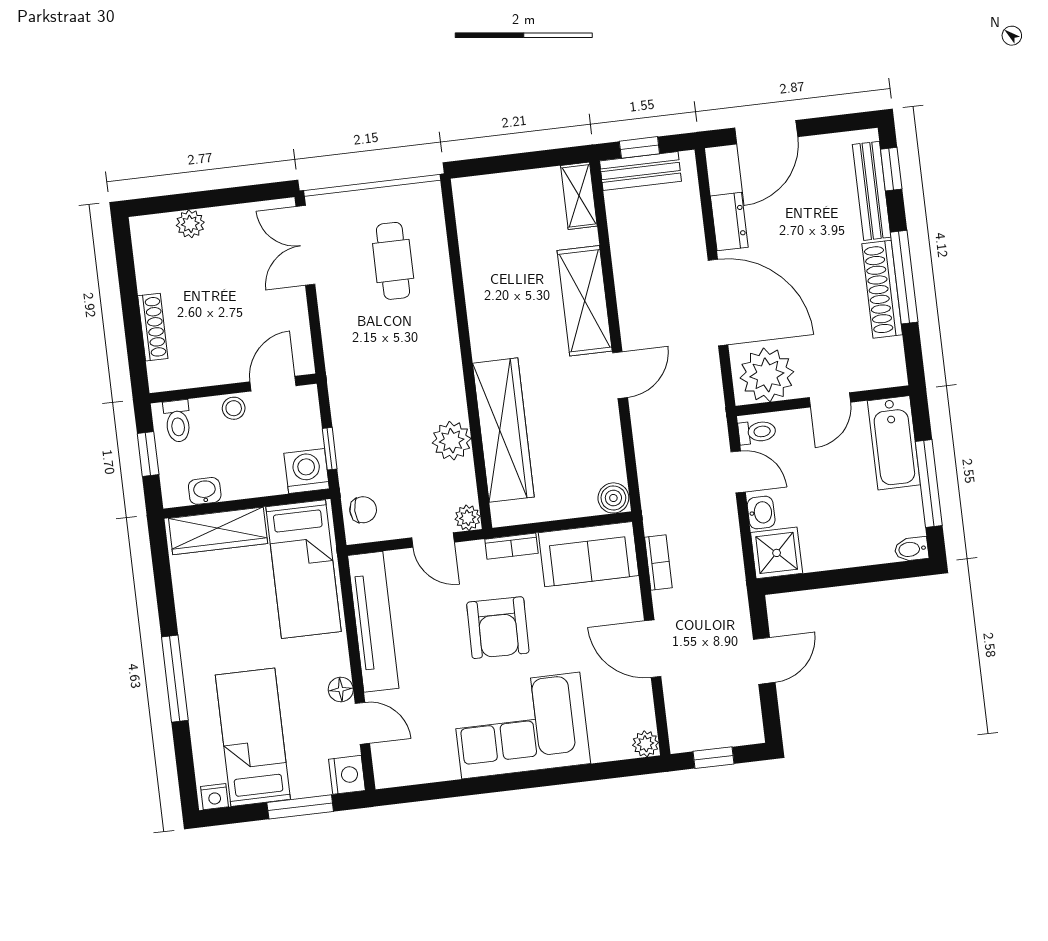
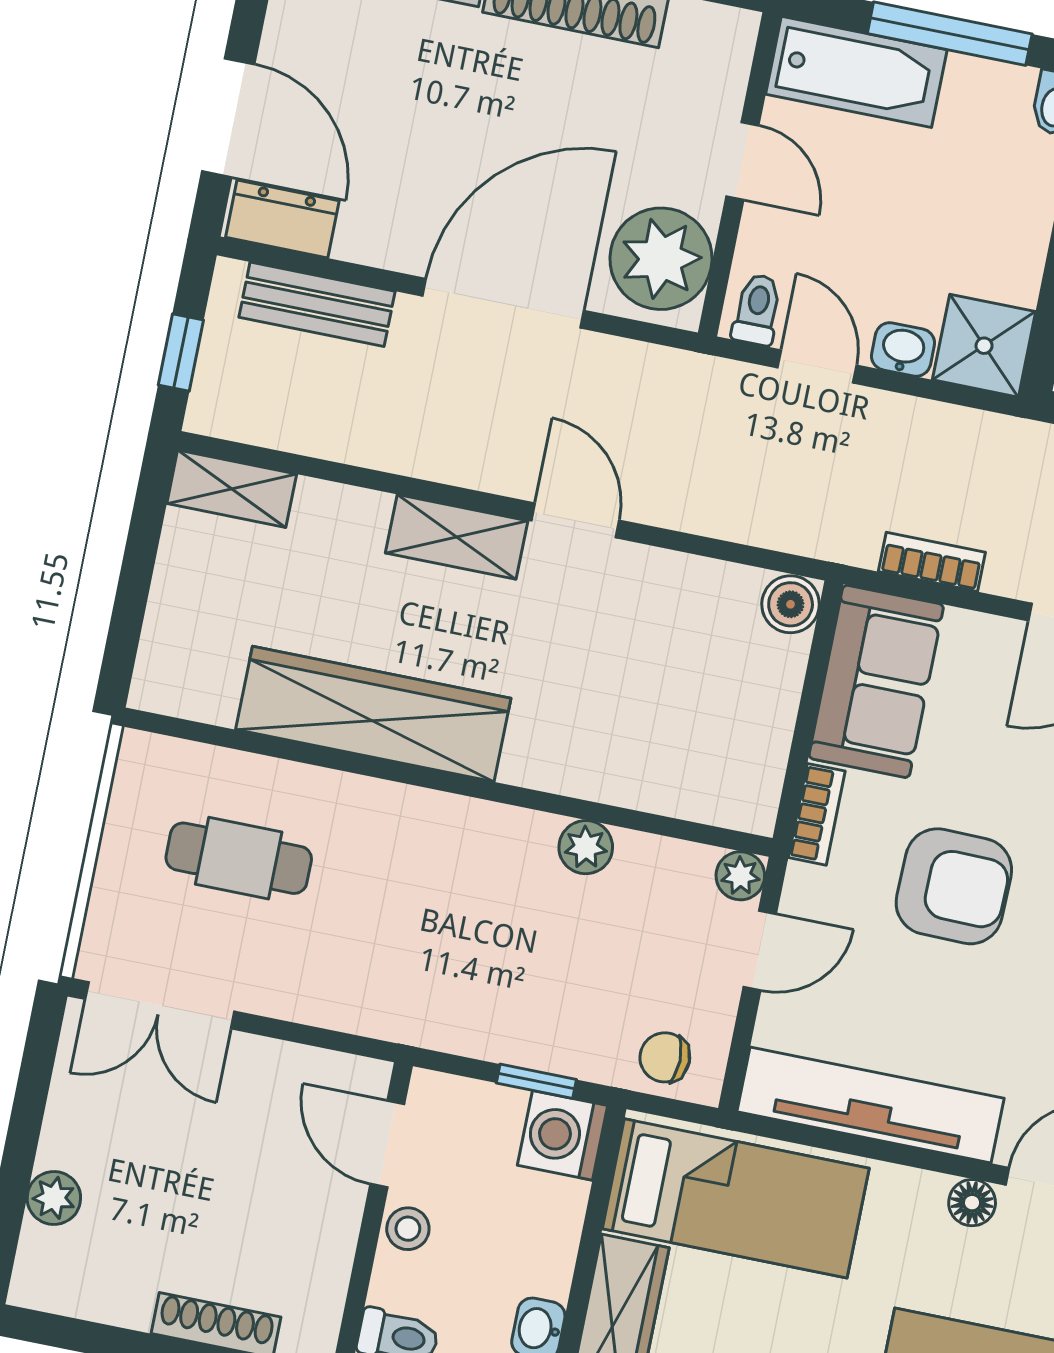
bench: (641, 171) -> (317, 304), moved, turned 90
dresser: (729, 222) -> (282, 219), moved
shelving: (585, 301) -> (457, 537), width x0.67, depth x0.75
wardrobe: (503, 430) -> (373, 714), moved
plant: (452, 441) -> (586, 847), width x0.73, depth x0.73
door: (738, 472) -> (817, 367), hinge flipped
chair: (363, 510) -> (665, 1057), turned -90

